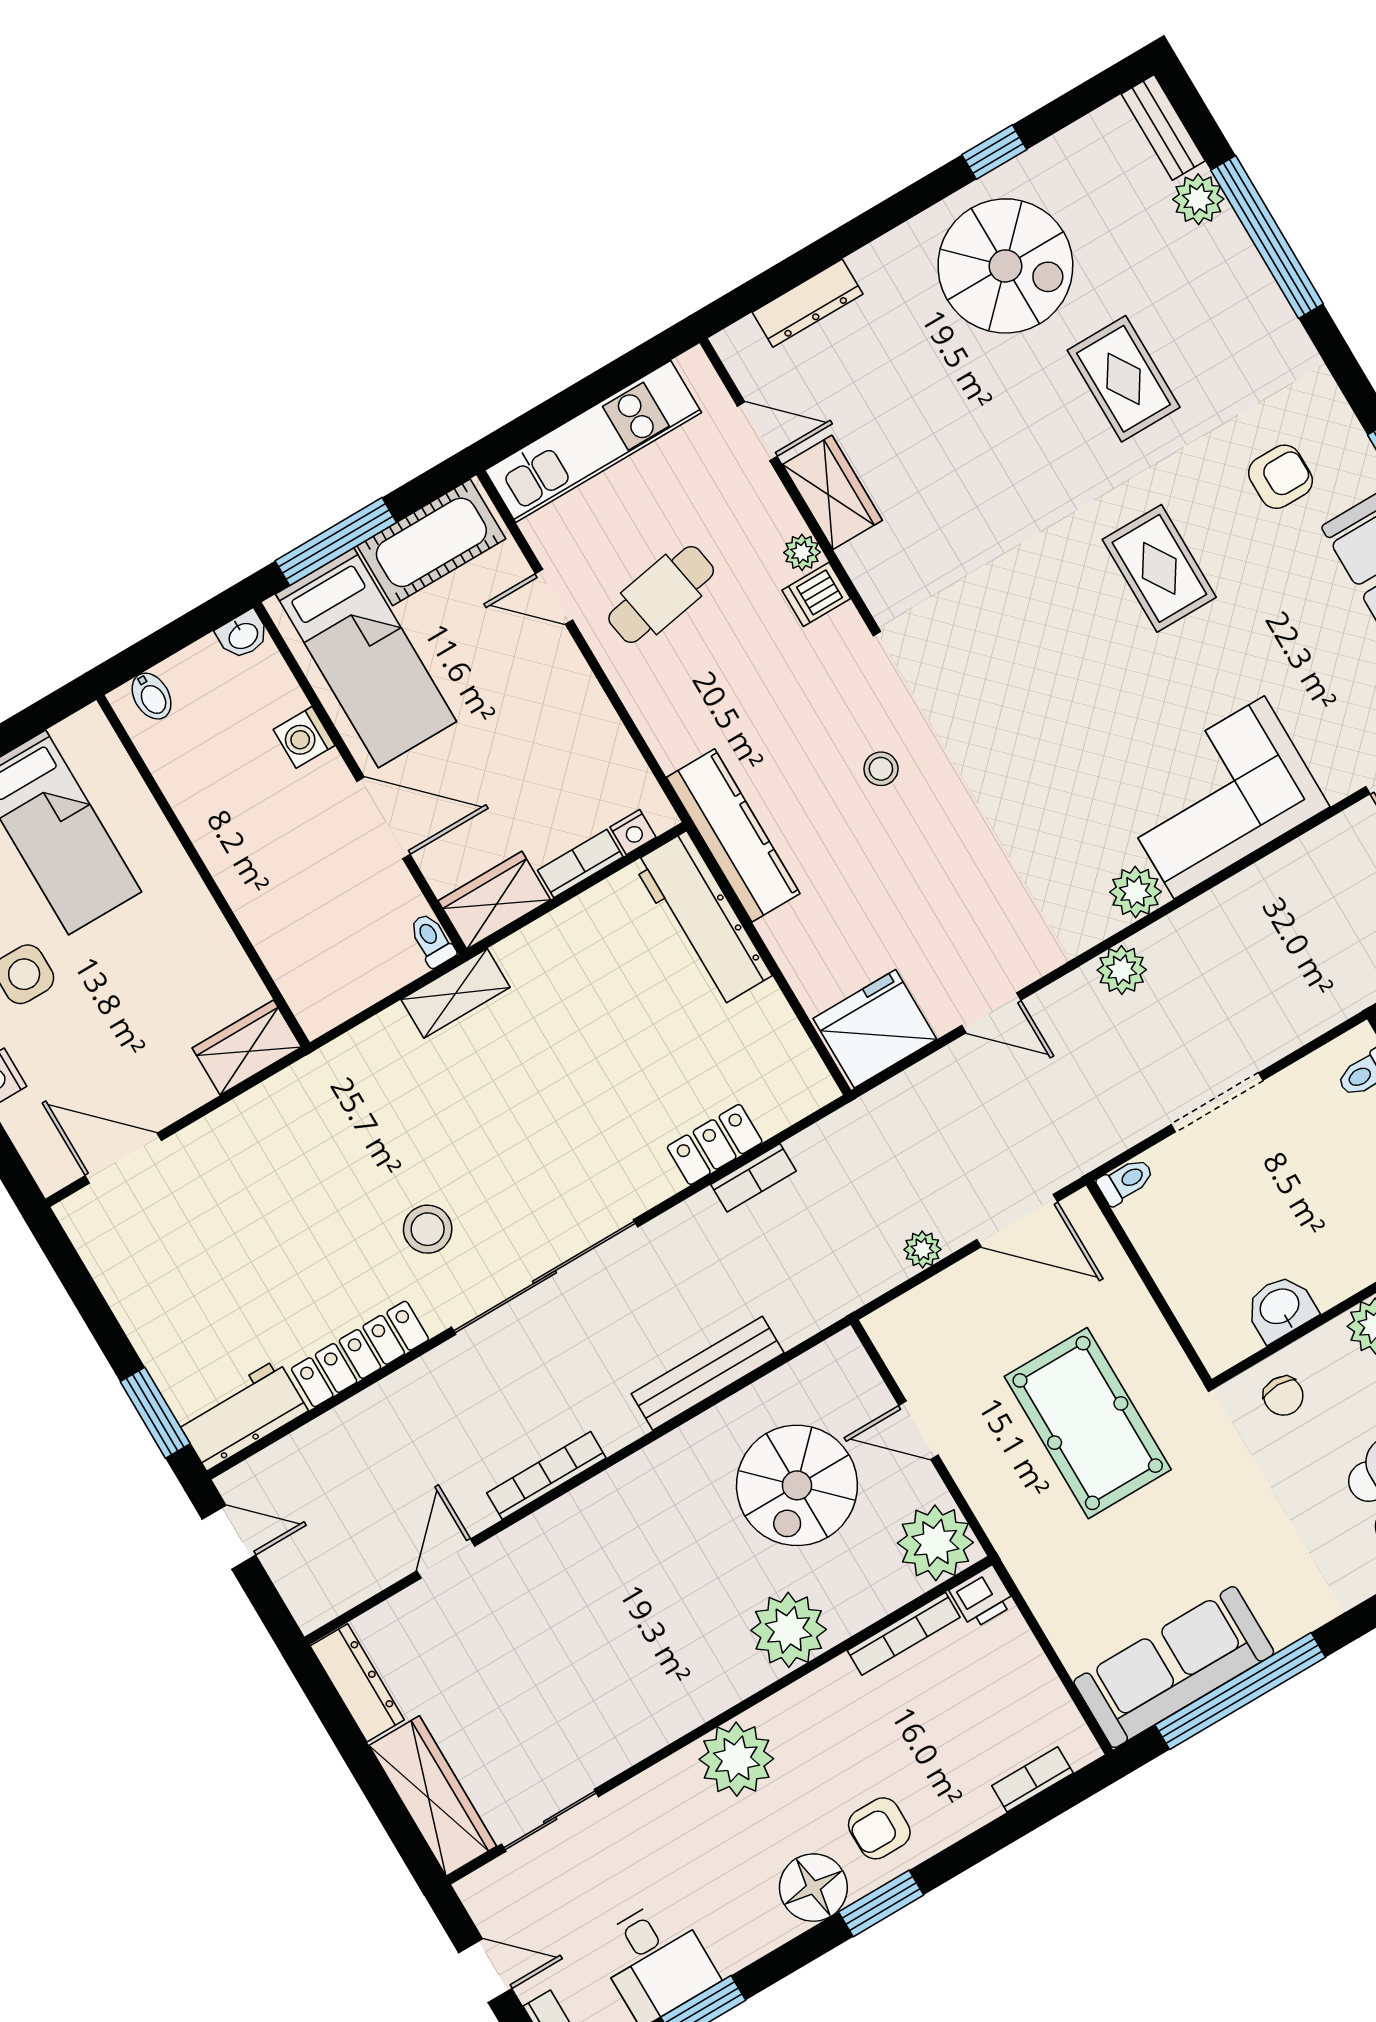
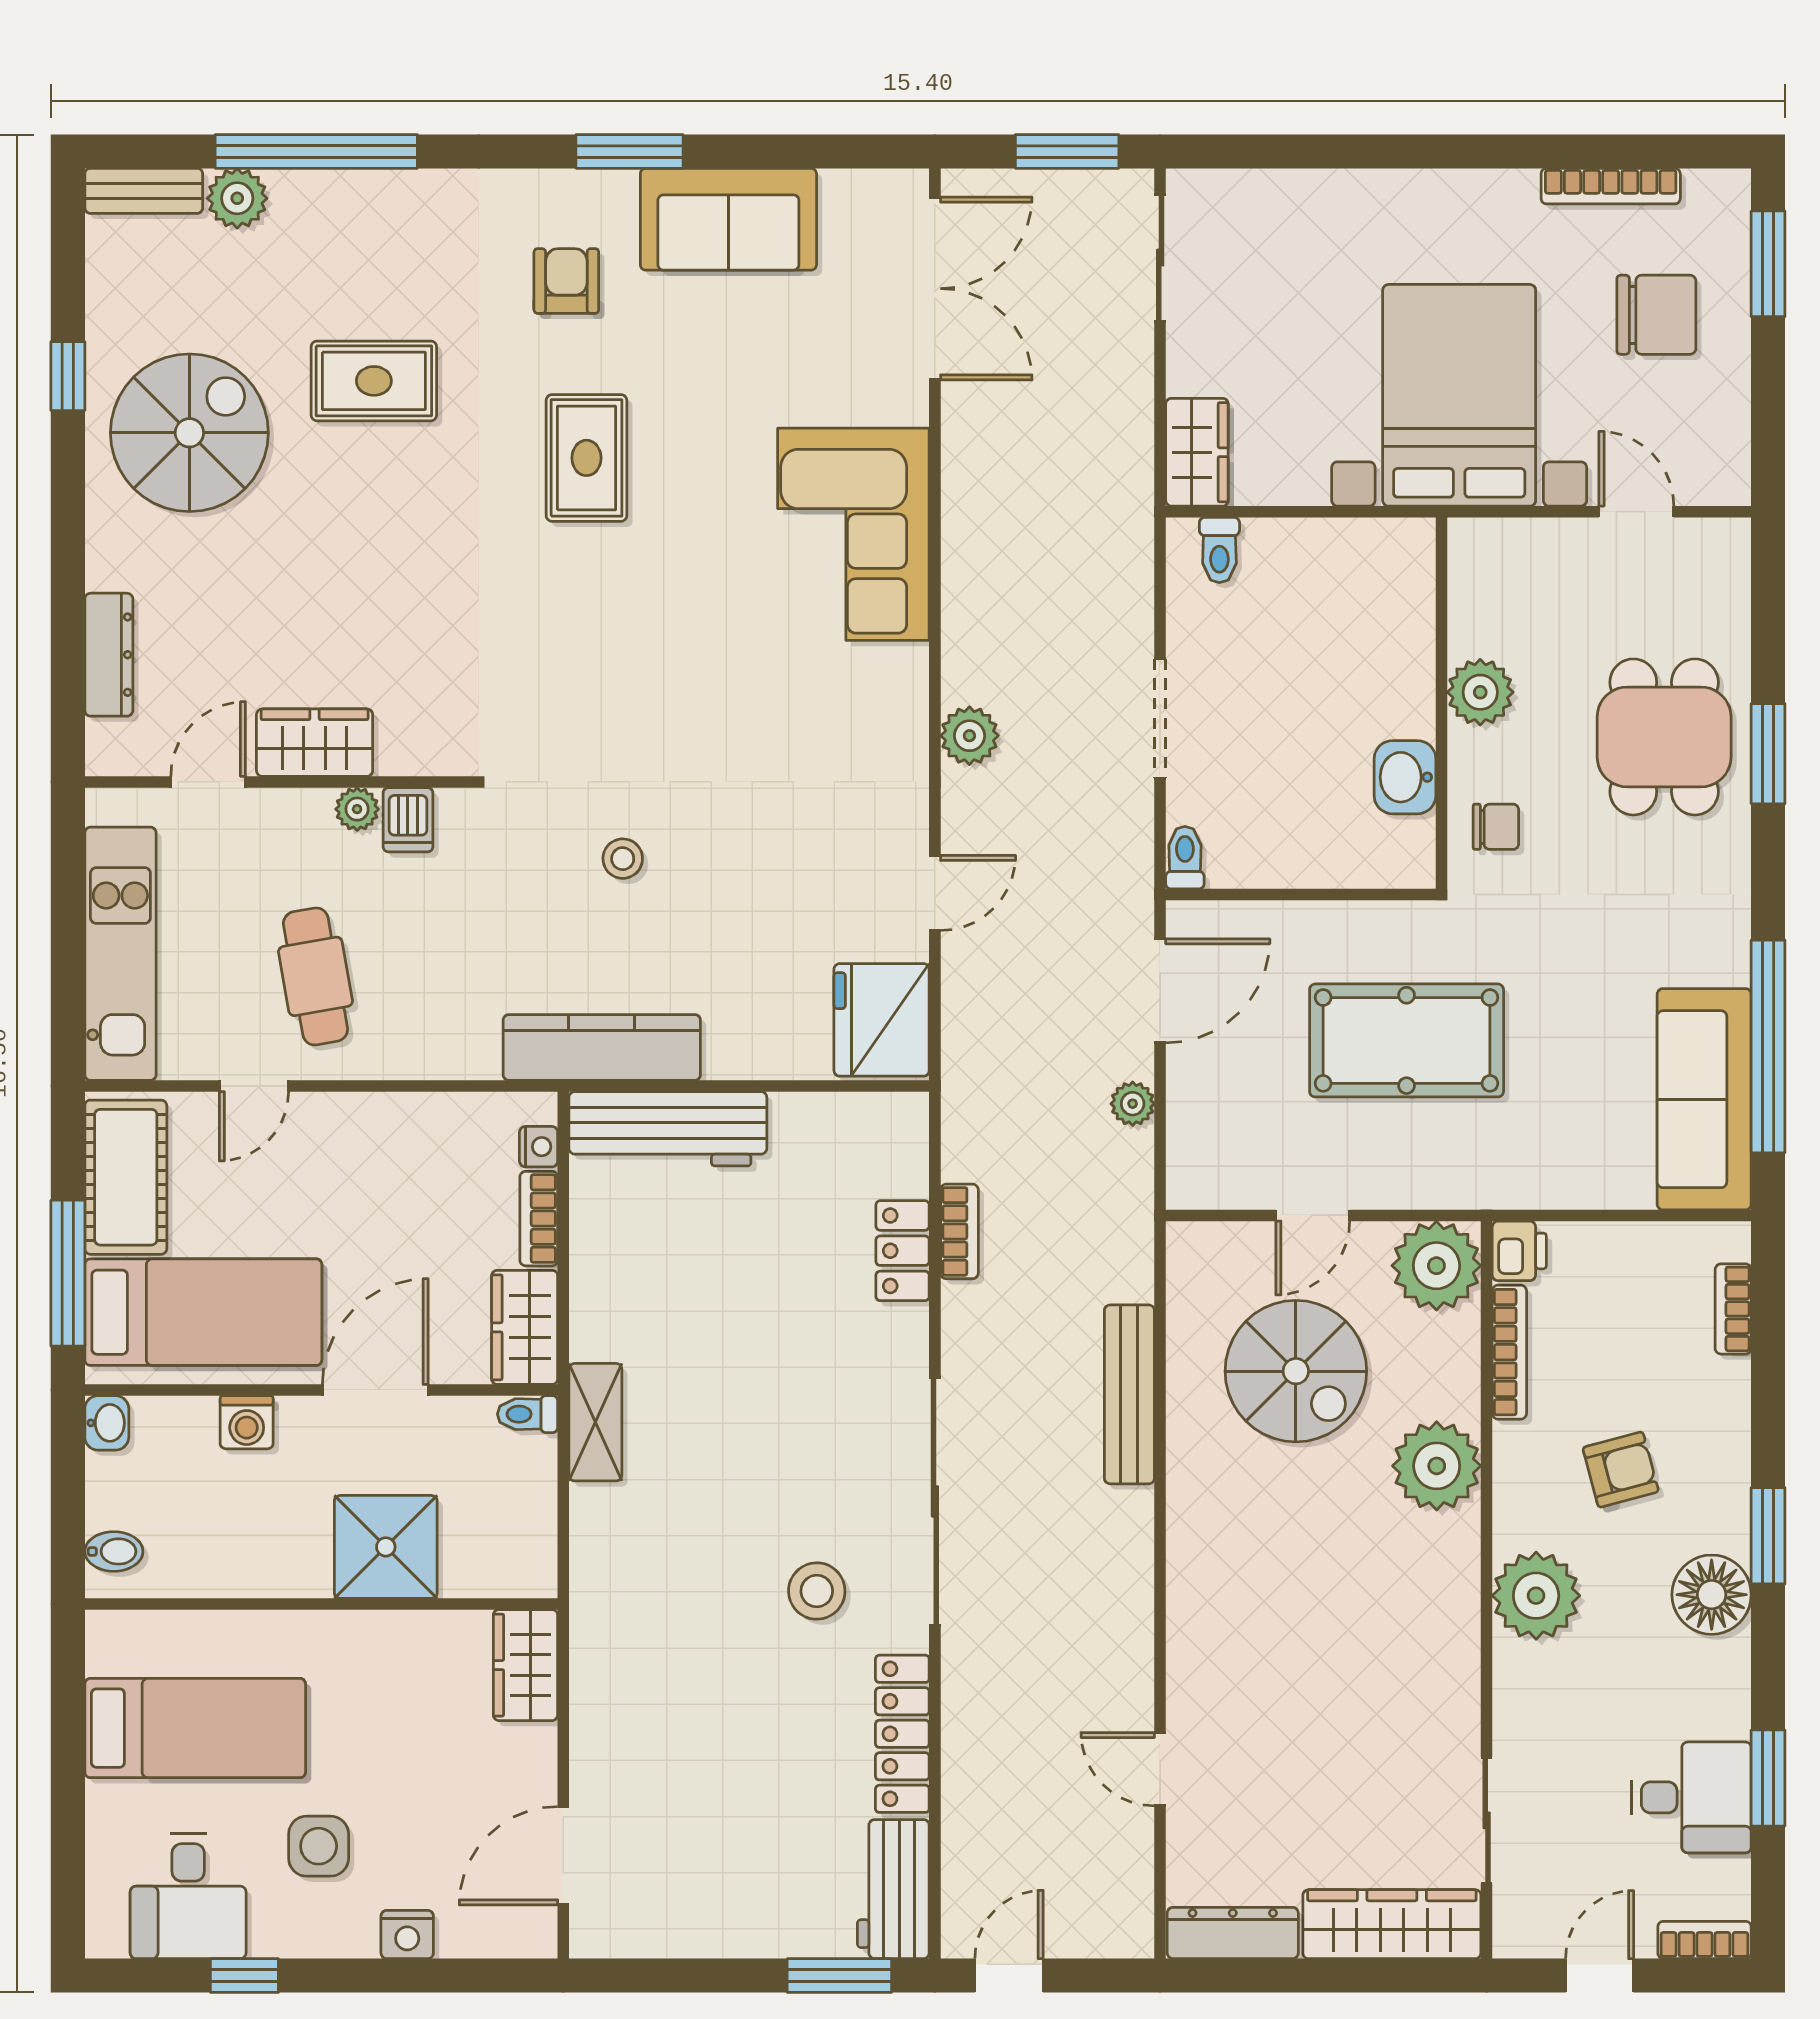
rug: (1159, 568) -> (586, 458), turned 90
plant: (1135, 892) -> (899, 675), removed
shower: (273, 894) -> (386, 1547), added
bookcase: (546, 1475) -> (1136, 1618), removed
armchair: (879, 1828) -> (1621, 1470), moved, turned -105

